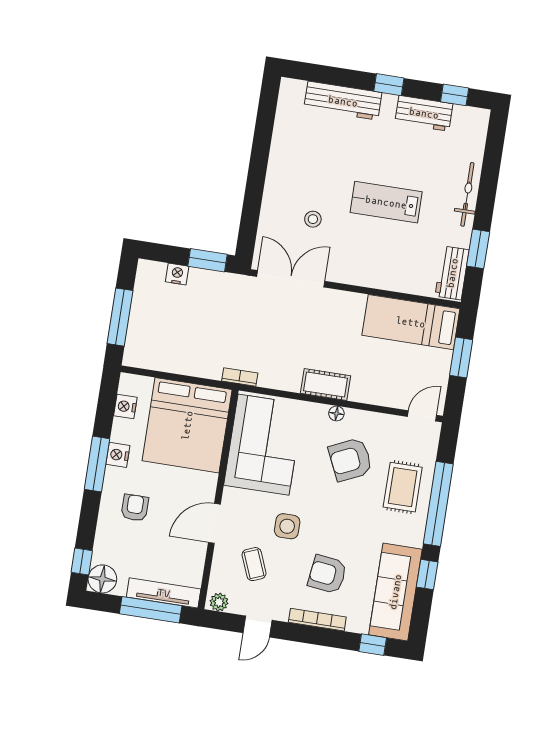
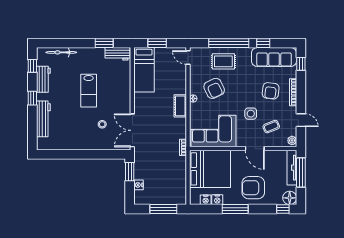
bicycle: (467, 194) -> (61, 52), moved
nightstand: (118, 455) -> (217, 200), moved
armchair: (135, 508) -> (253, 188), width x1.88, depth x1.88

